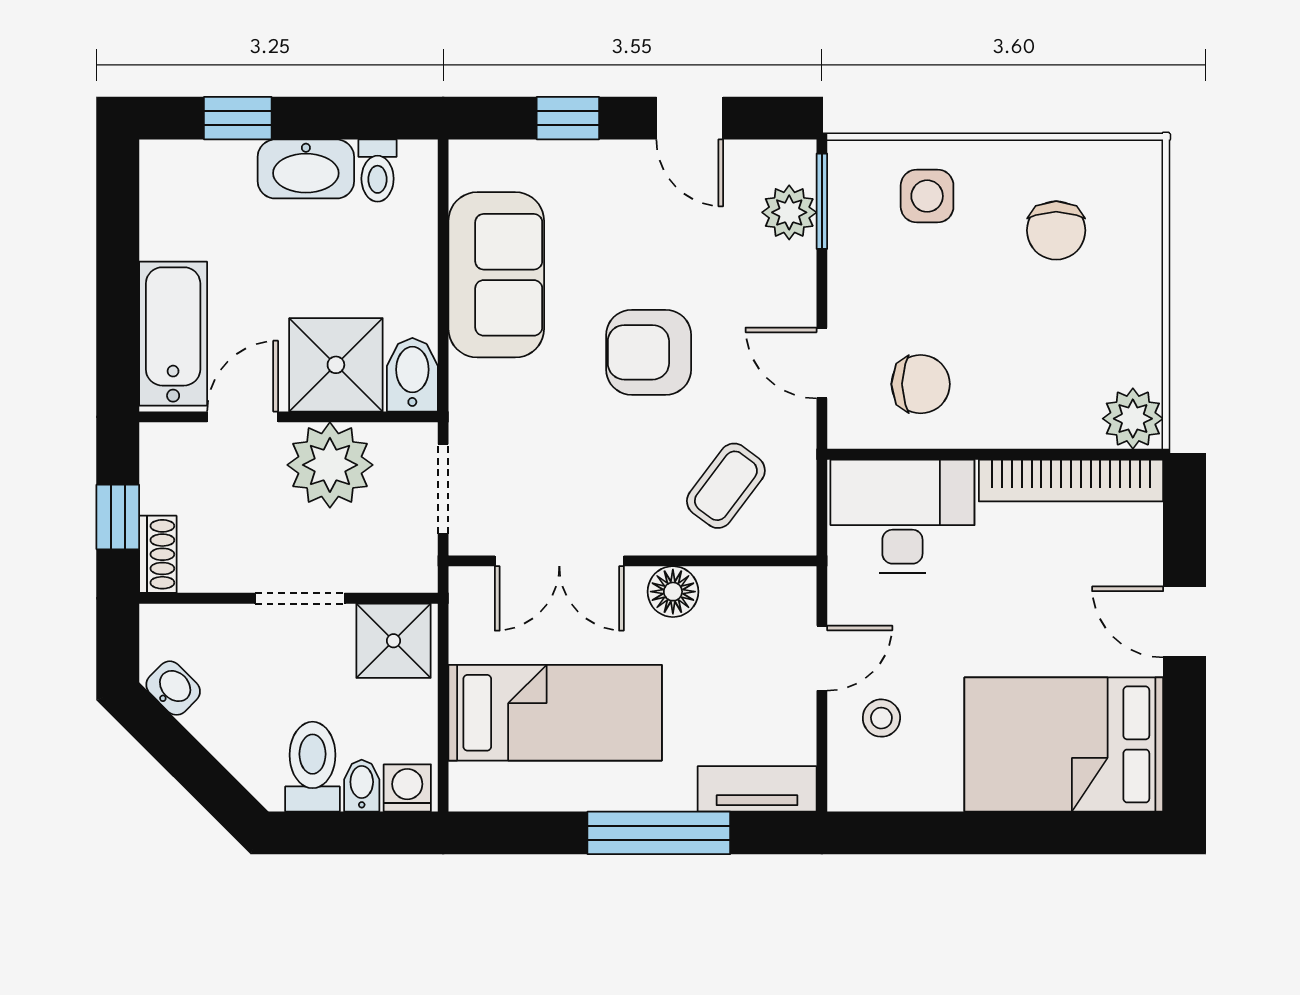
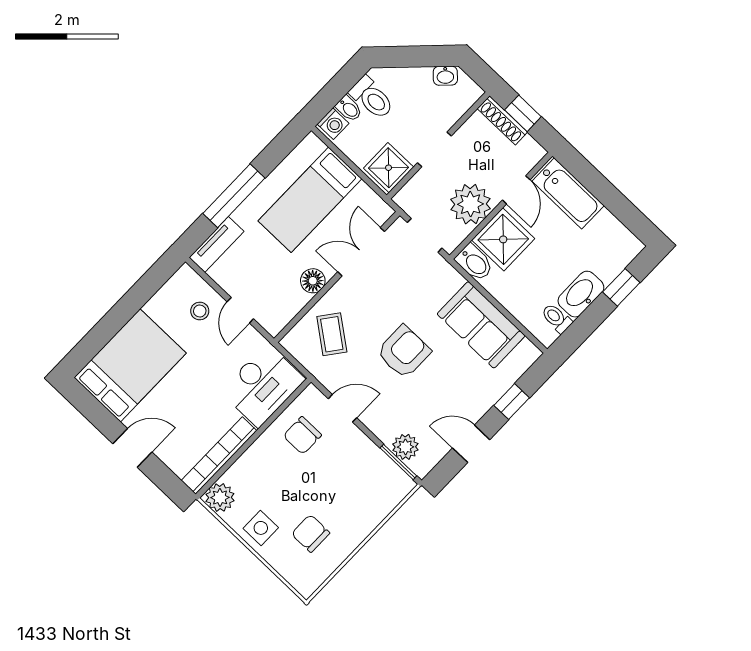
side table: (927, 196) -> (261, 528), moved
shoe rack: (158, 554) -> (502, 120), width x1.43

